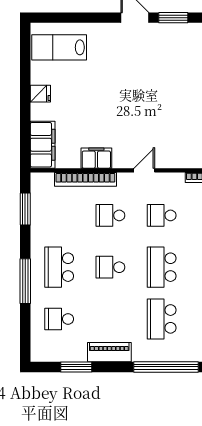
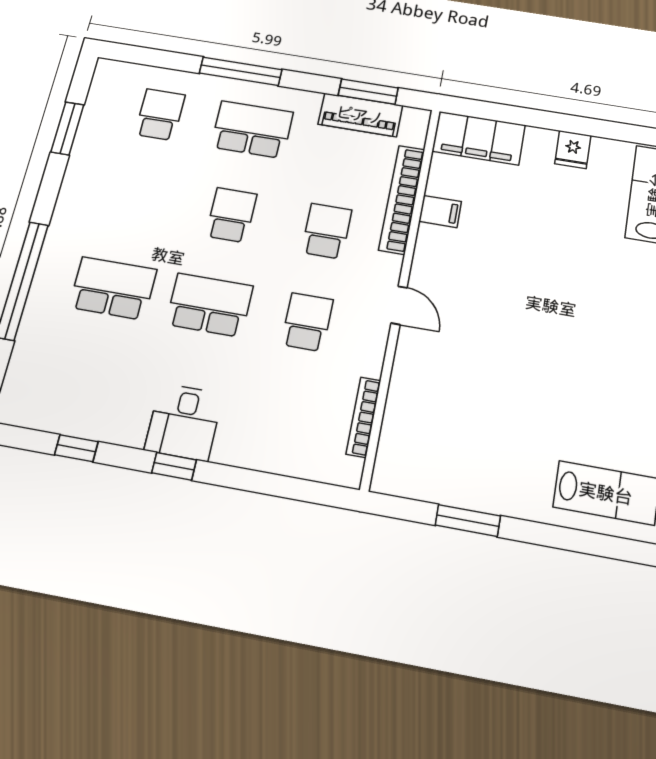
filing cabinet: (96, 158) -> (440, 211), width x0.50
piano: (109, 352) -> (360, 115), moved, turned 90

